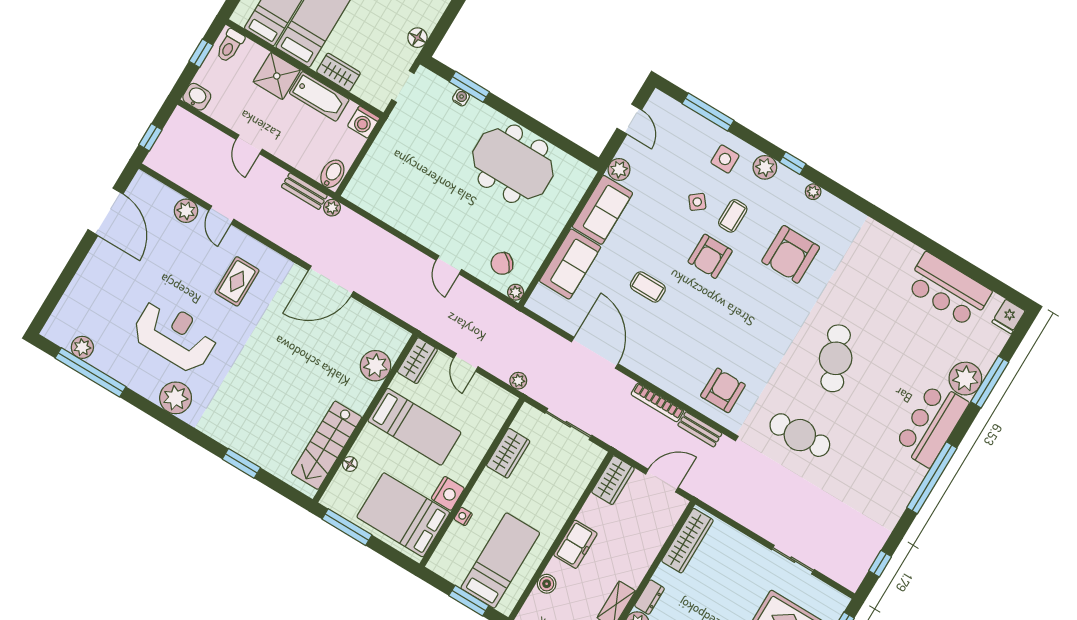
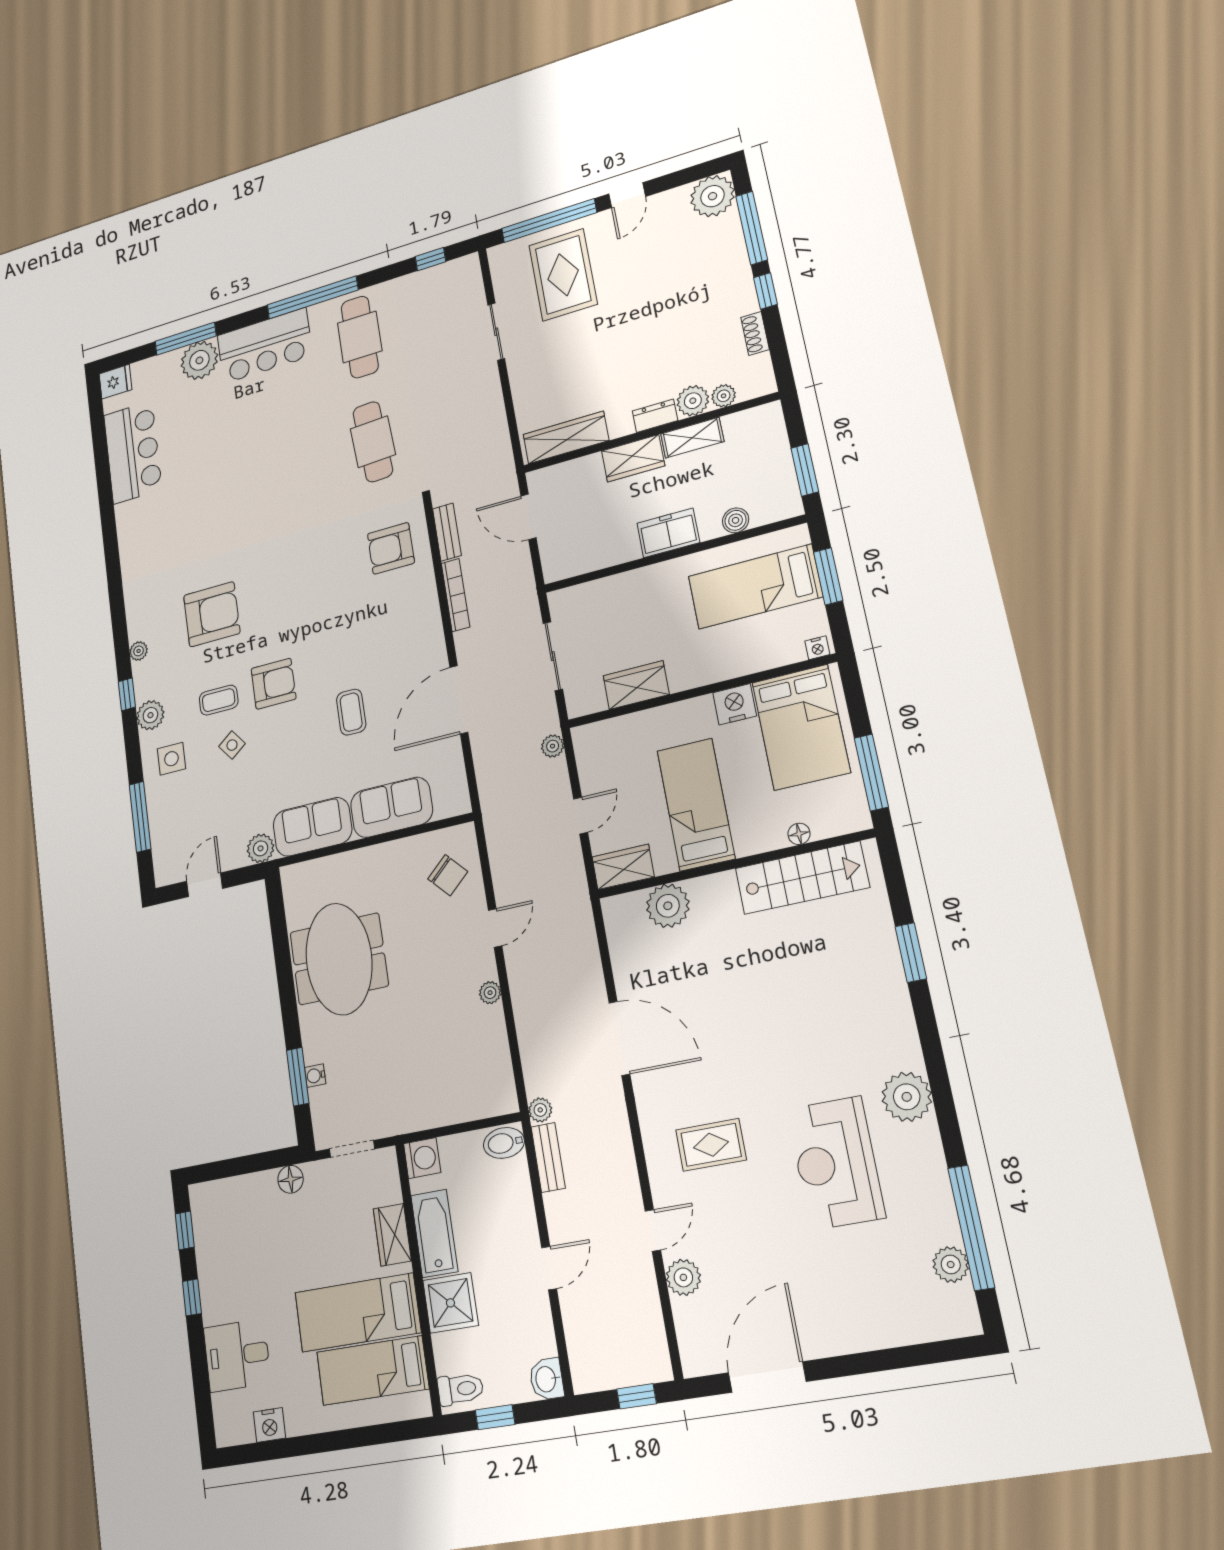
plant: (516, 292) -> (490, 993), moved
cafe table: (836, 358) -> (360, 337), moved, turned -67
wardrobe: (613, 480) -> (633, 458), moved, turned 180
nightstand: (463, 516) -> (817, 648), moved

